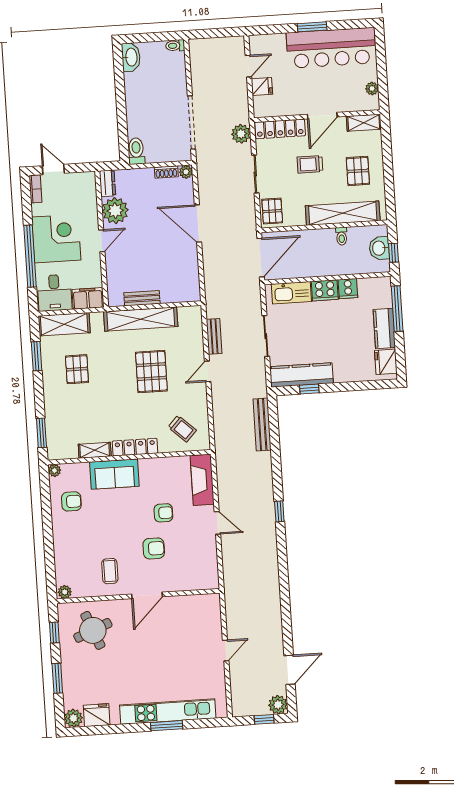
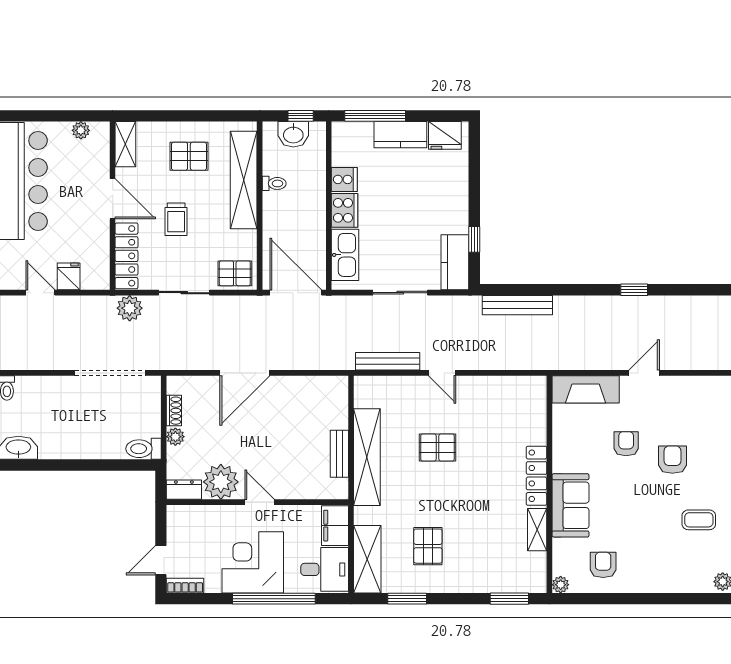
plant: (186, 172) -> (175, 437), moved
bench: (214, 336) -> (388, 361), width x1.36
pallet: (77, 369) -> (428, 546), turned 90
pallet: (151, 372) -> (437, 448), width x0.67, depth x0.71
kitchen counter: (302, 375) -> (455, 262), width x0.67
trolley: (182, 429) -> (516, 412), removed

